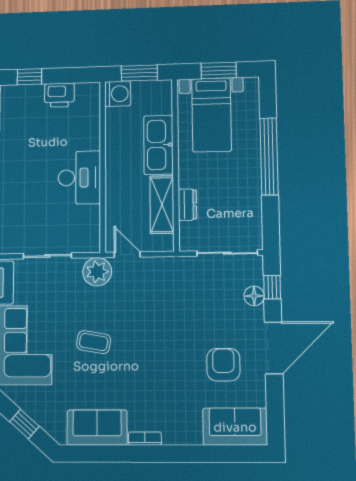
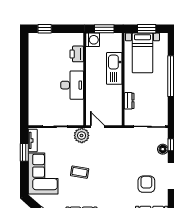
printer: (59, 95) -> (77, 54), moved, turned 90
shelving: (162, 205) -> (116, 101), removed

